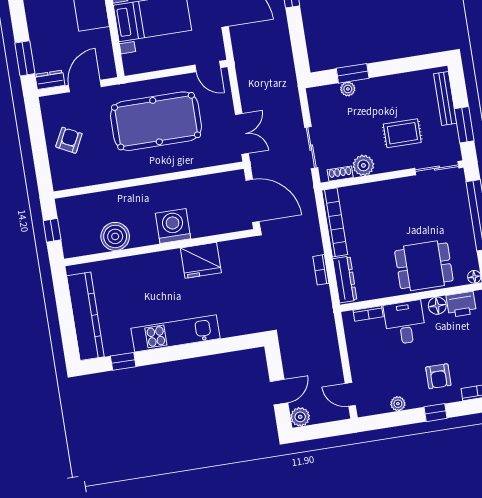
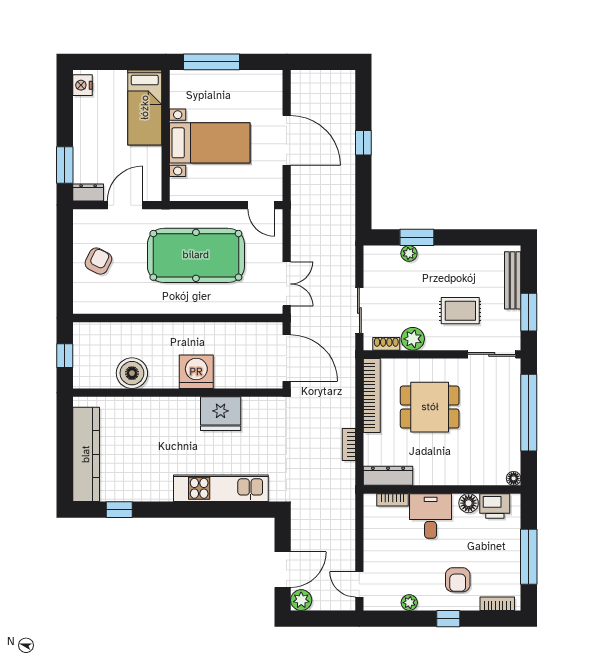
dining table: (424, 266) -> (430, 407), moved
dresser: (345, 279) -> (388, 476), moved, turned -90
kitchen unit: (175, 333) -> (221, 488), moved
door: (279, 392) -> (283, 570), width x1.38

